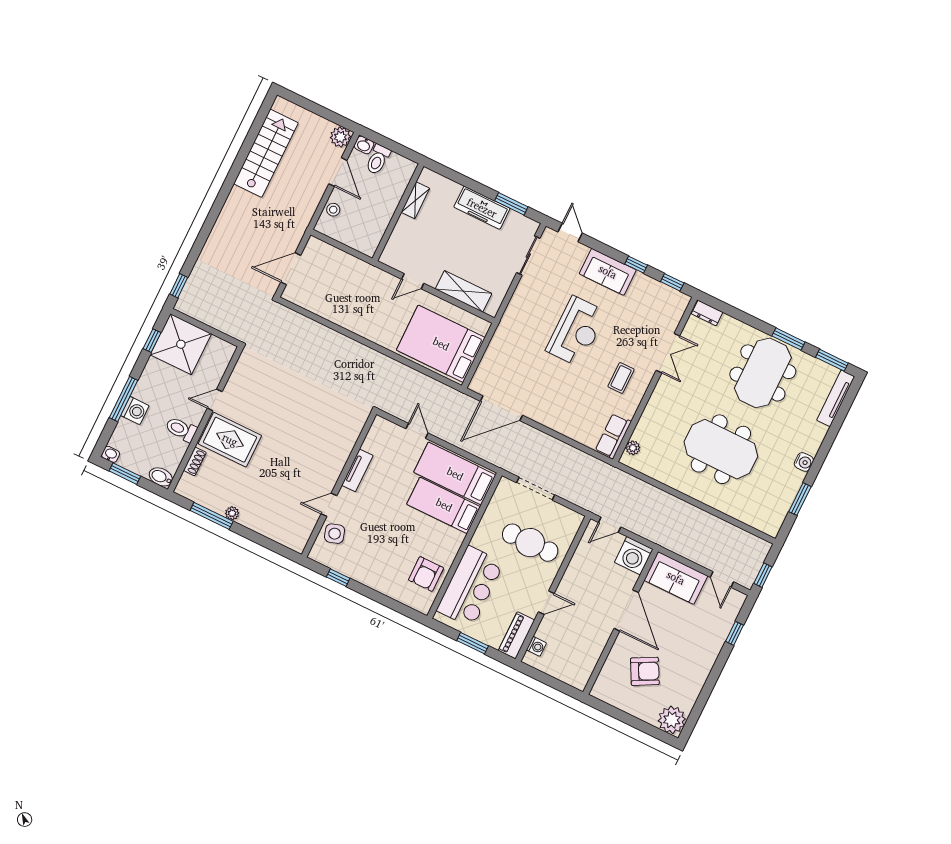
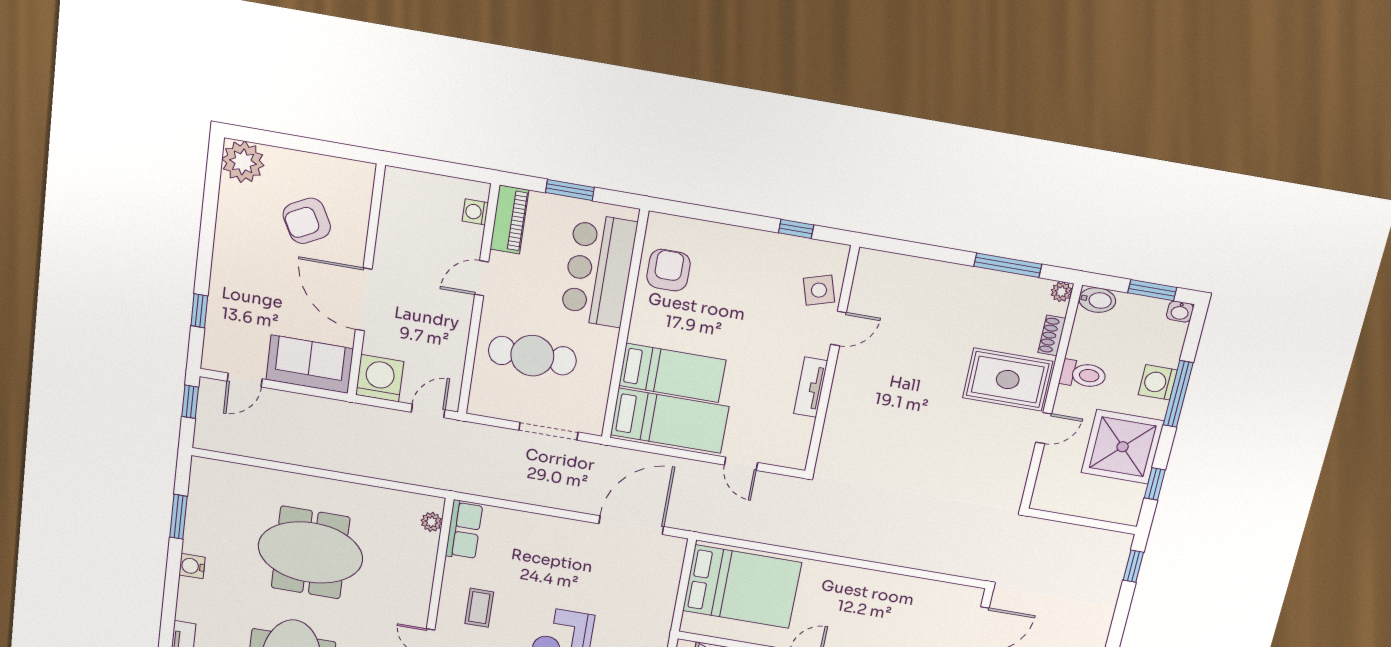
shower: (181, 344) -> (1123, 447), moved
plant: (232, 513) -> (1061, 292), moved
door: (722, 580) -> (245, 380), swing flipped

